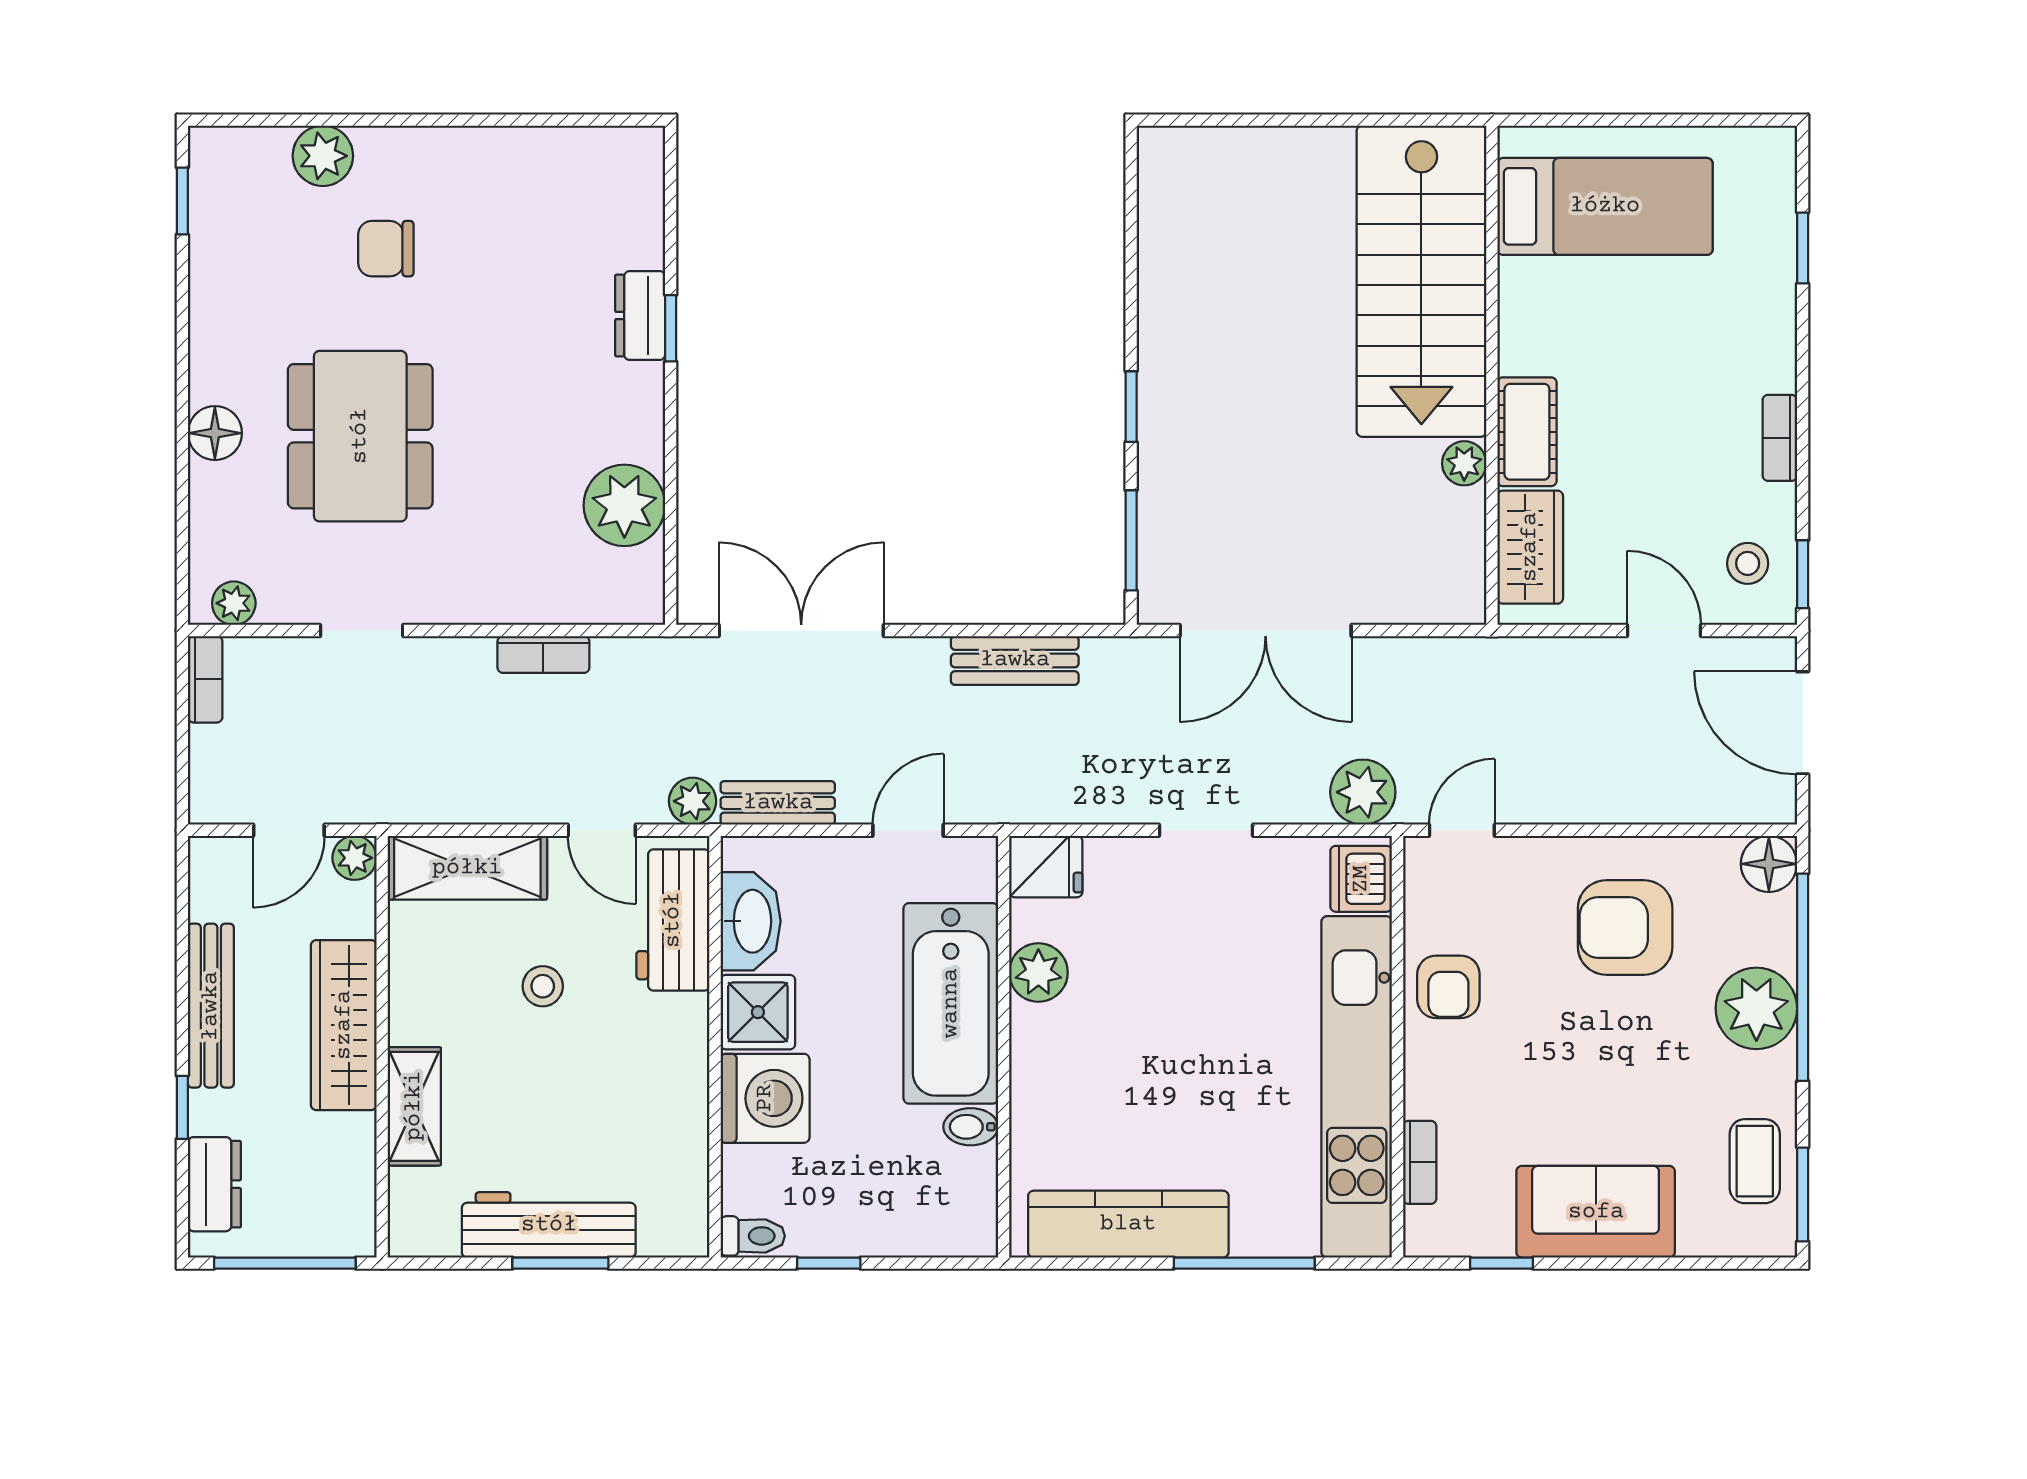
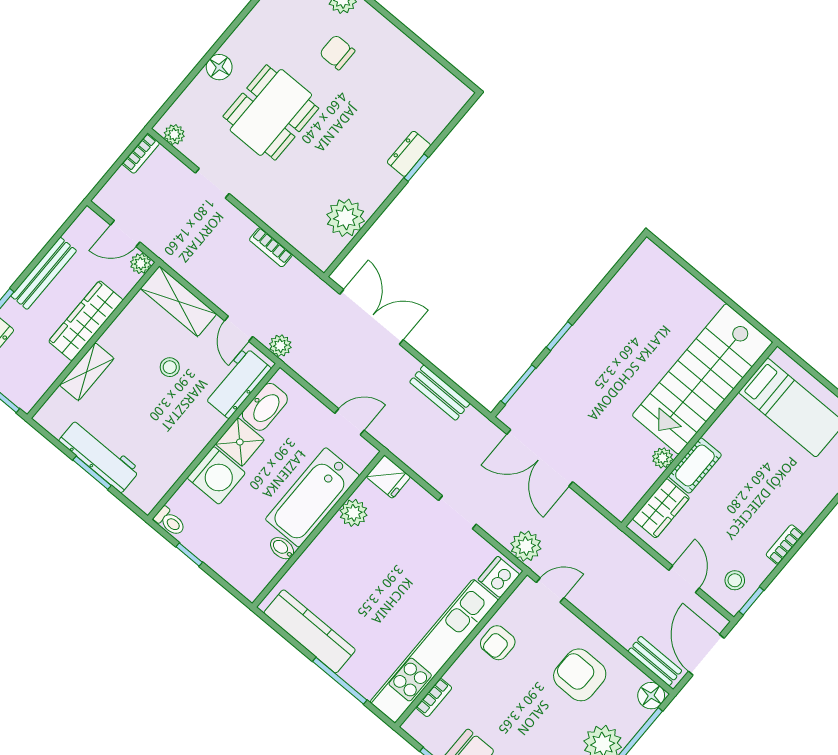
bench: (778, 803) -> (655, 661), moved

